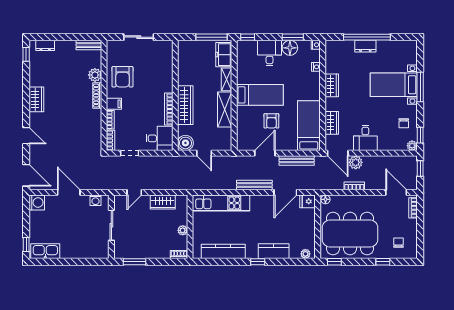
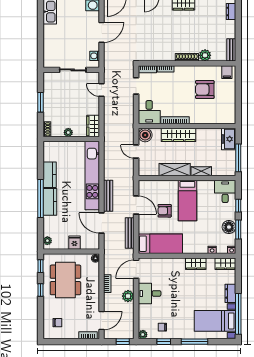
sliding door: (139, 37) -> (238, 94), removed
window: (248, 37) -> (238, 206), moved
window: (367, 37) -> (238, 314), moved
desk: (270, 53) -> (225, 191), moved, turned -90
freezer: (224, 55) -> (229, 139), moved, turned -90
armchair: (122, 77) -> (205, 90), moved
bed with nightstands: (394, 85) -> (215, 321), moved, turned -90
filing cabinet: (114, 104) -> (227, 72), moved
wardrobe: (332, 123) -> (225, 264), moved
window: (420, 135) -> (164, 342), moved
door: (204, 153) -> (136, 152), hinge flipped
plant: (356, 162) -> (128, 296), moved
fridge: (308, 201) -> (74, 243), moved
wardrobe: (163, 202) -> (93, 126), moved
kitchen unit: (221, 203) -> (92, 176), width x1.36
dining table: (350, 233) -> (65, 280), width x0.73, depth x0.80
kitchen counter: (223, 251) -> (50, 175), width x0.67
kitchen counter: (274, 251) -> (50, 202), moved
window: (135, 262) -> (41, 102), moved
window: (258, 262) -> (41, 199), width x3.17
window: (383, 262) -> (41, 290), moved

